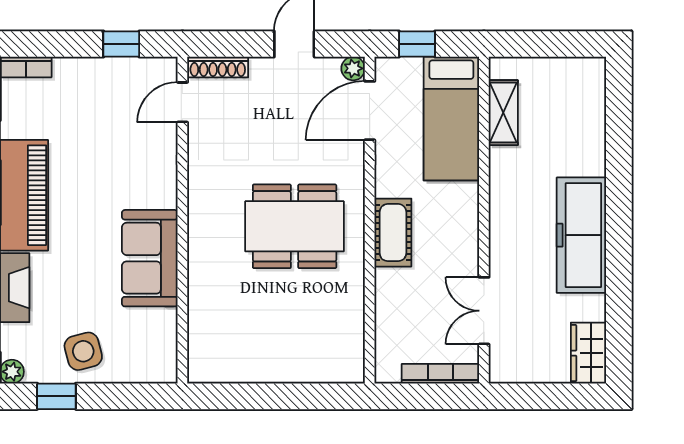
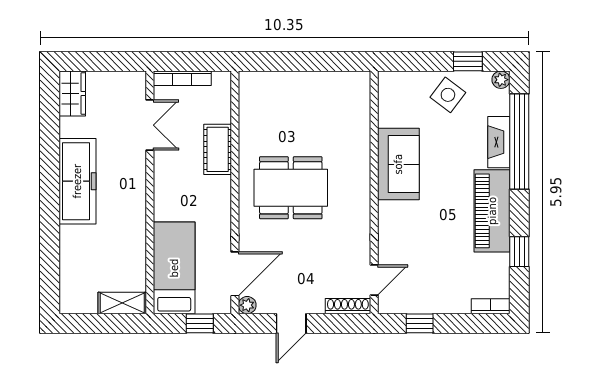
shelving: (503, 113) -> (122, 303), moved, turned 90
cot: (393, 233) -> (218, 149), moved
side table: (83, 351) -> (448, 95), turned -38

